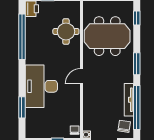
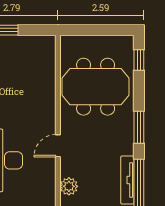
round table: (66, 31) -> (35, 80), removed
plant: (89, 104) -> (69, 186), added

